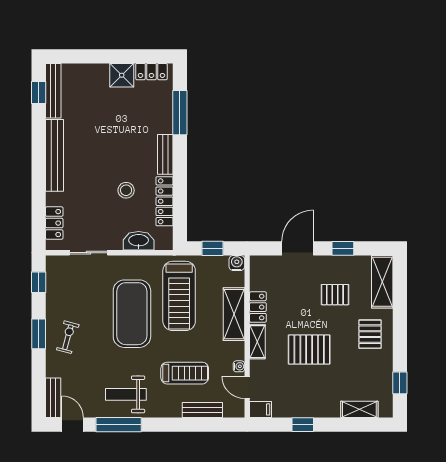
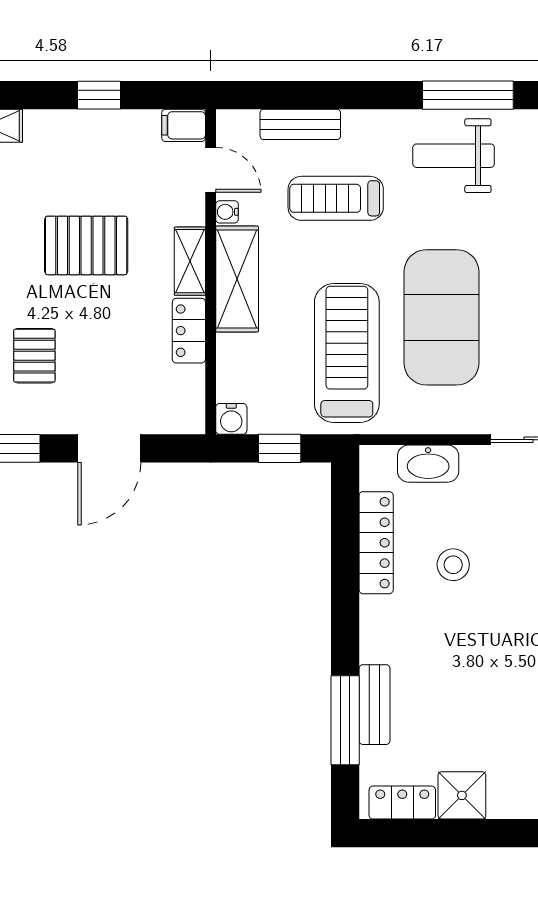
bench: (165, 154) -> (375, 705), moved
pallet: (335, 295) -> (34, 356), turned 90
shelving: (234, 314) -> (237, 279), moved
weight bench: (126, 394) -> (454, 156), turned 180

